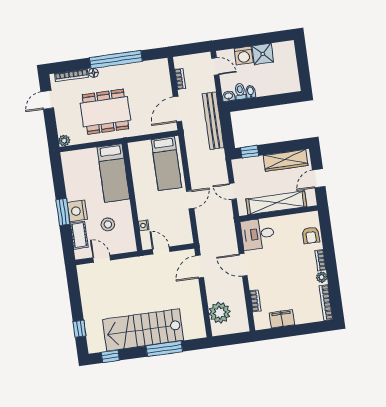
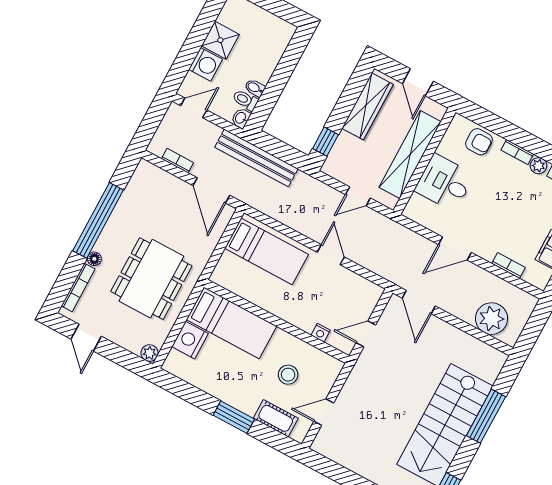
nightstand: (77, 211) -> (190, 340), moved, turned 90
desk: (258, 234) -> (444, 183), moved, turned 90

